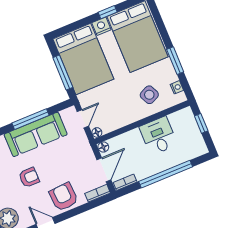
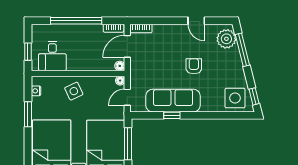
side table: (149, 95) -> (74, 91), moved
window: (31, 119) -> (172, 115), width x0.46
desk: (158, 136) -> (52, 56), moved
armchair: (29, 177) -> (194, 66), turned 90
armchair: (64, 197) -> (171, 37), removed

